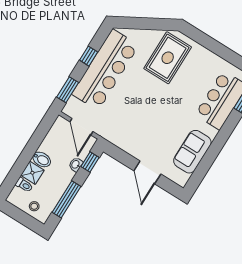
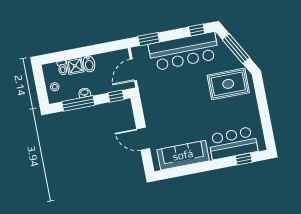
window: (144, 24) -> (236, 49), added
window: (89, 56) -> (197, 30), moved
sofa: (192, 152) -> (183, 155), width x1.36
washbasin: (76, 165) -> (84, 93), moved
door: (147, 172) -> (143, 139), hinge flipped

